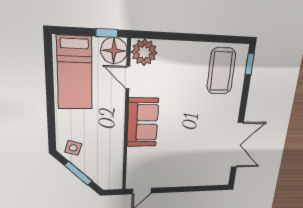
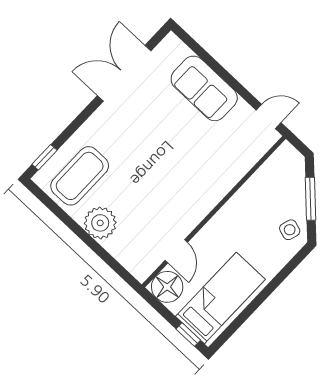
window: (107, 33) -> (188, 335), moved
plant: (144, 52) -> (100, 223), moved
sofa: (143, 122) -> (204, 88), moved, turned -90

